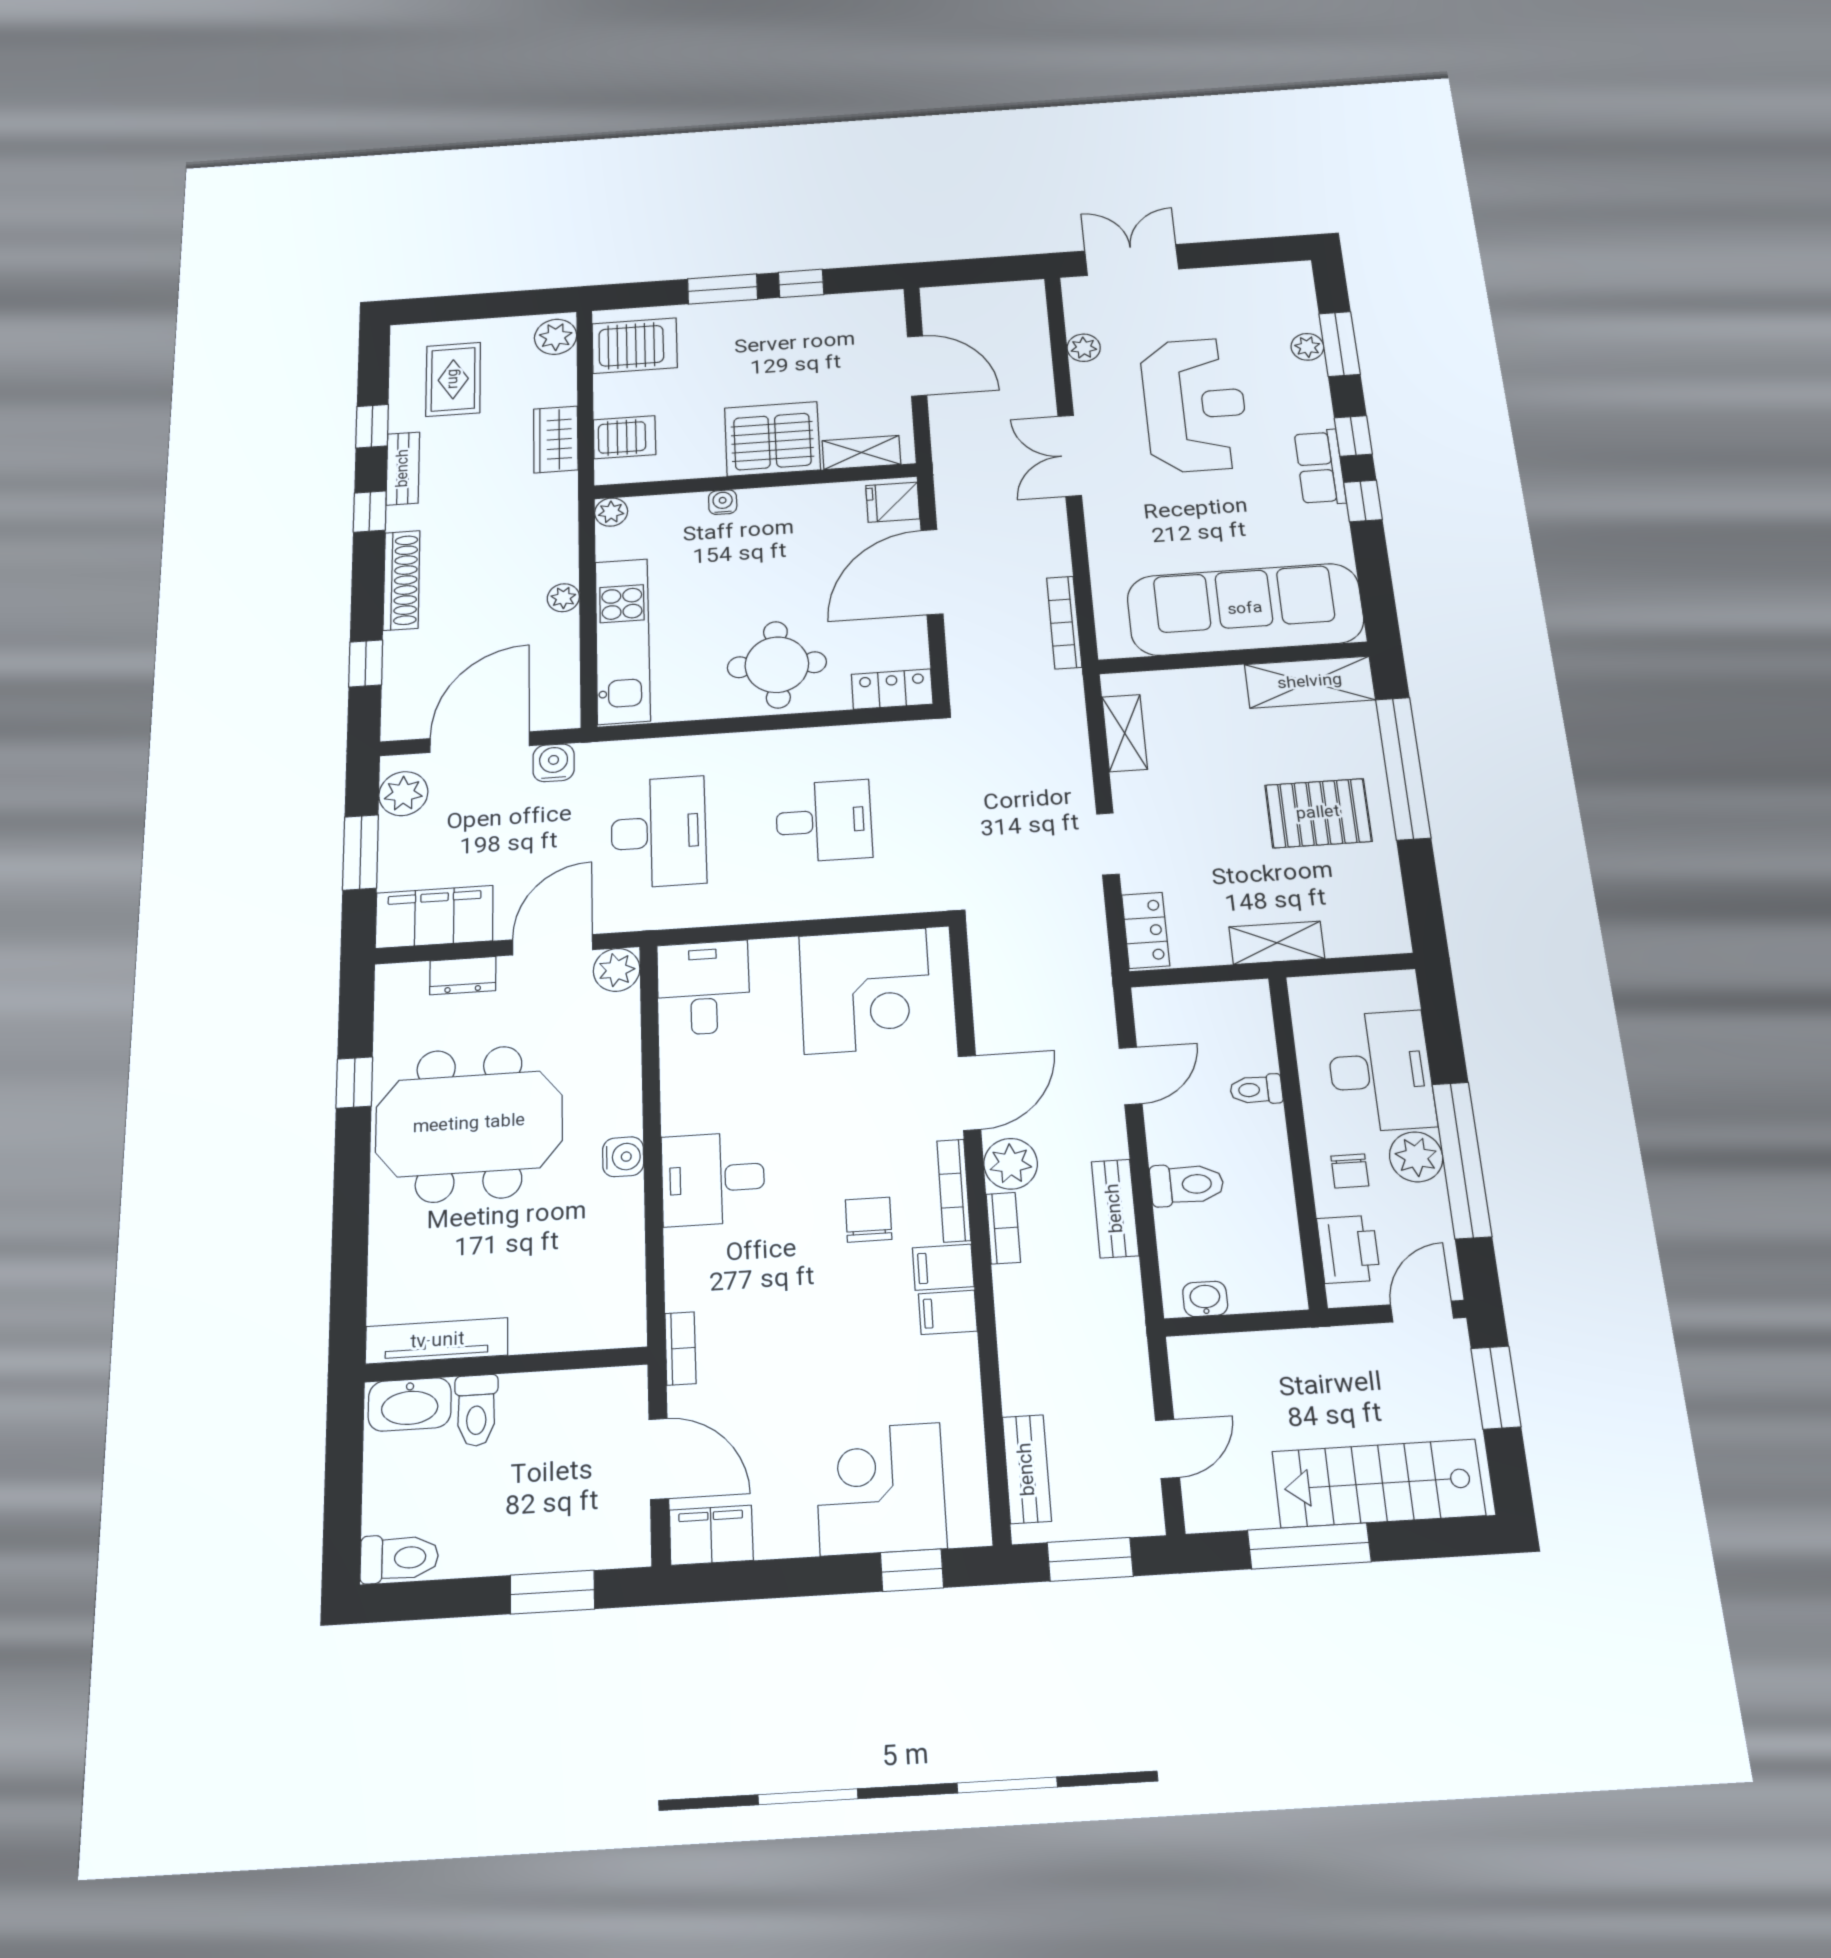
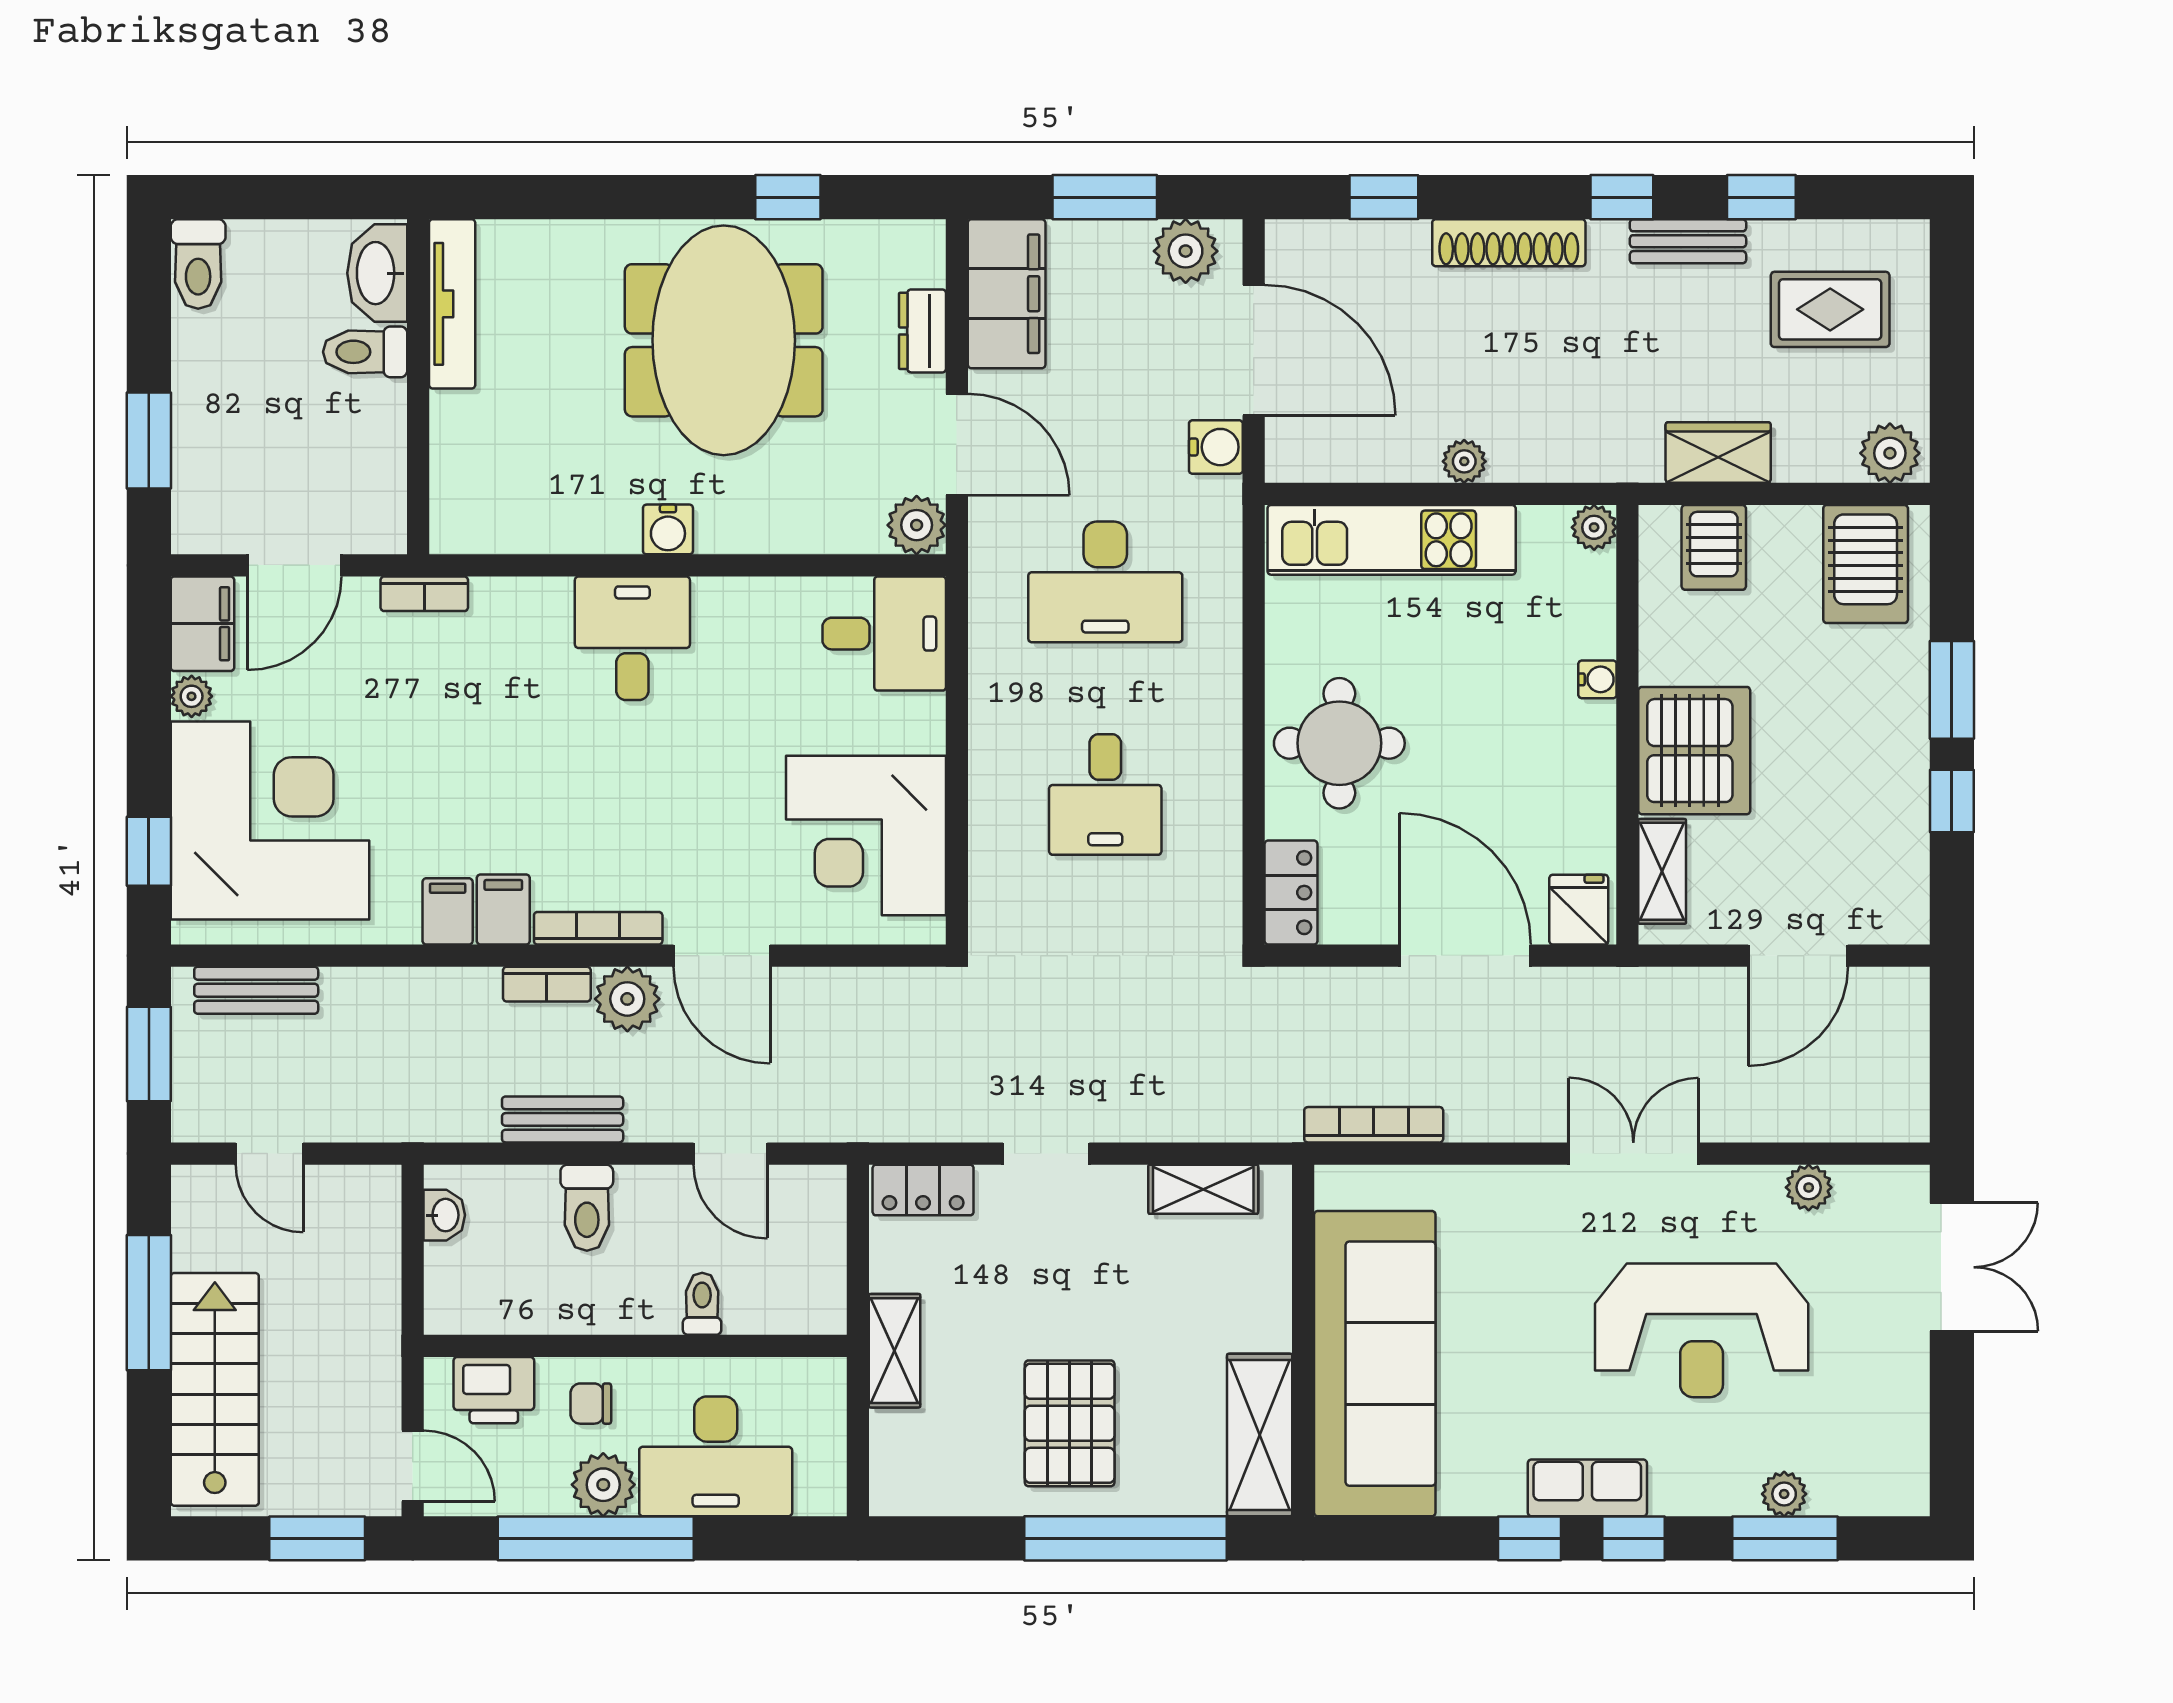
chair: (869, 1220) -> (568, 824), removed
corner desk: (880, 1489) -> (270, 821), width x1.36, depth x1.36
plant: (775, 1541) -> (192, 696), added

